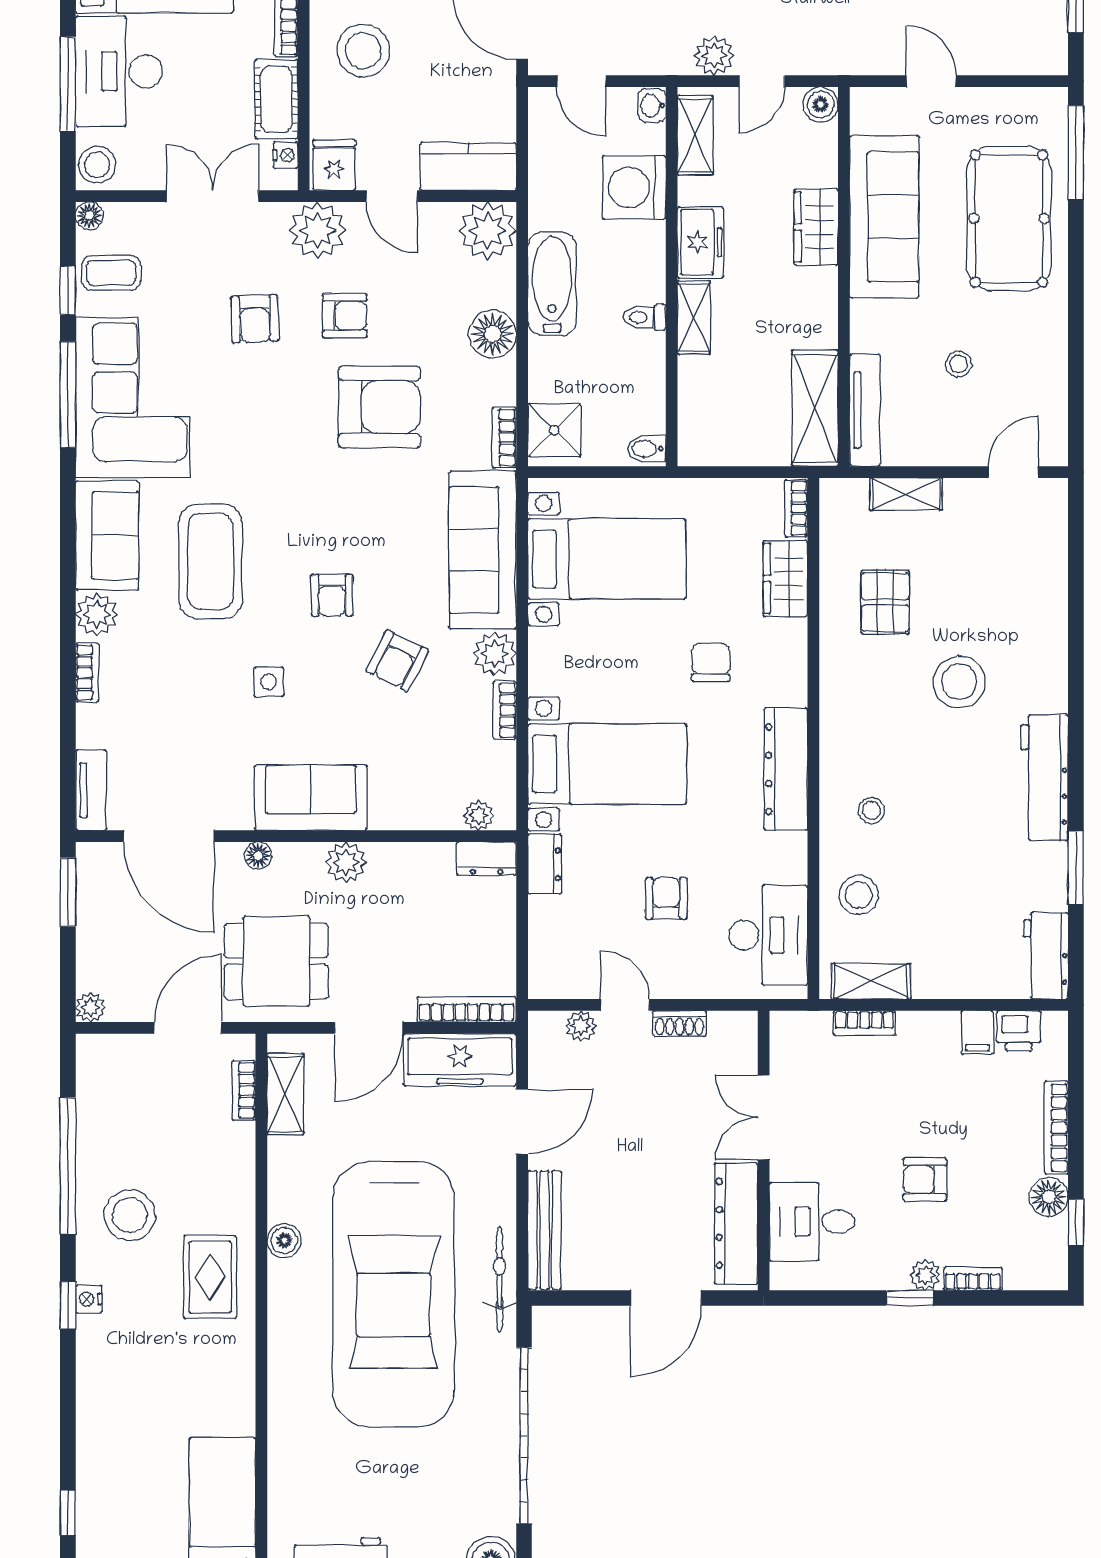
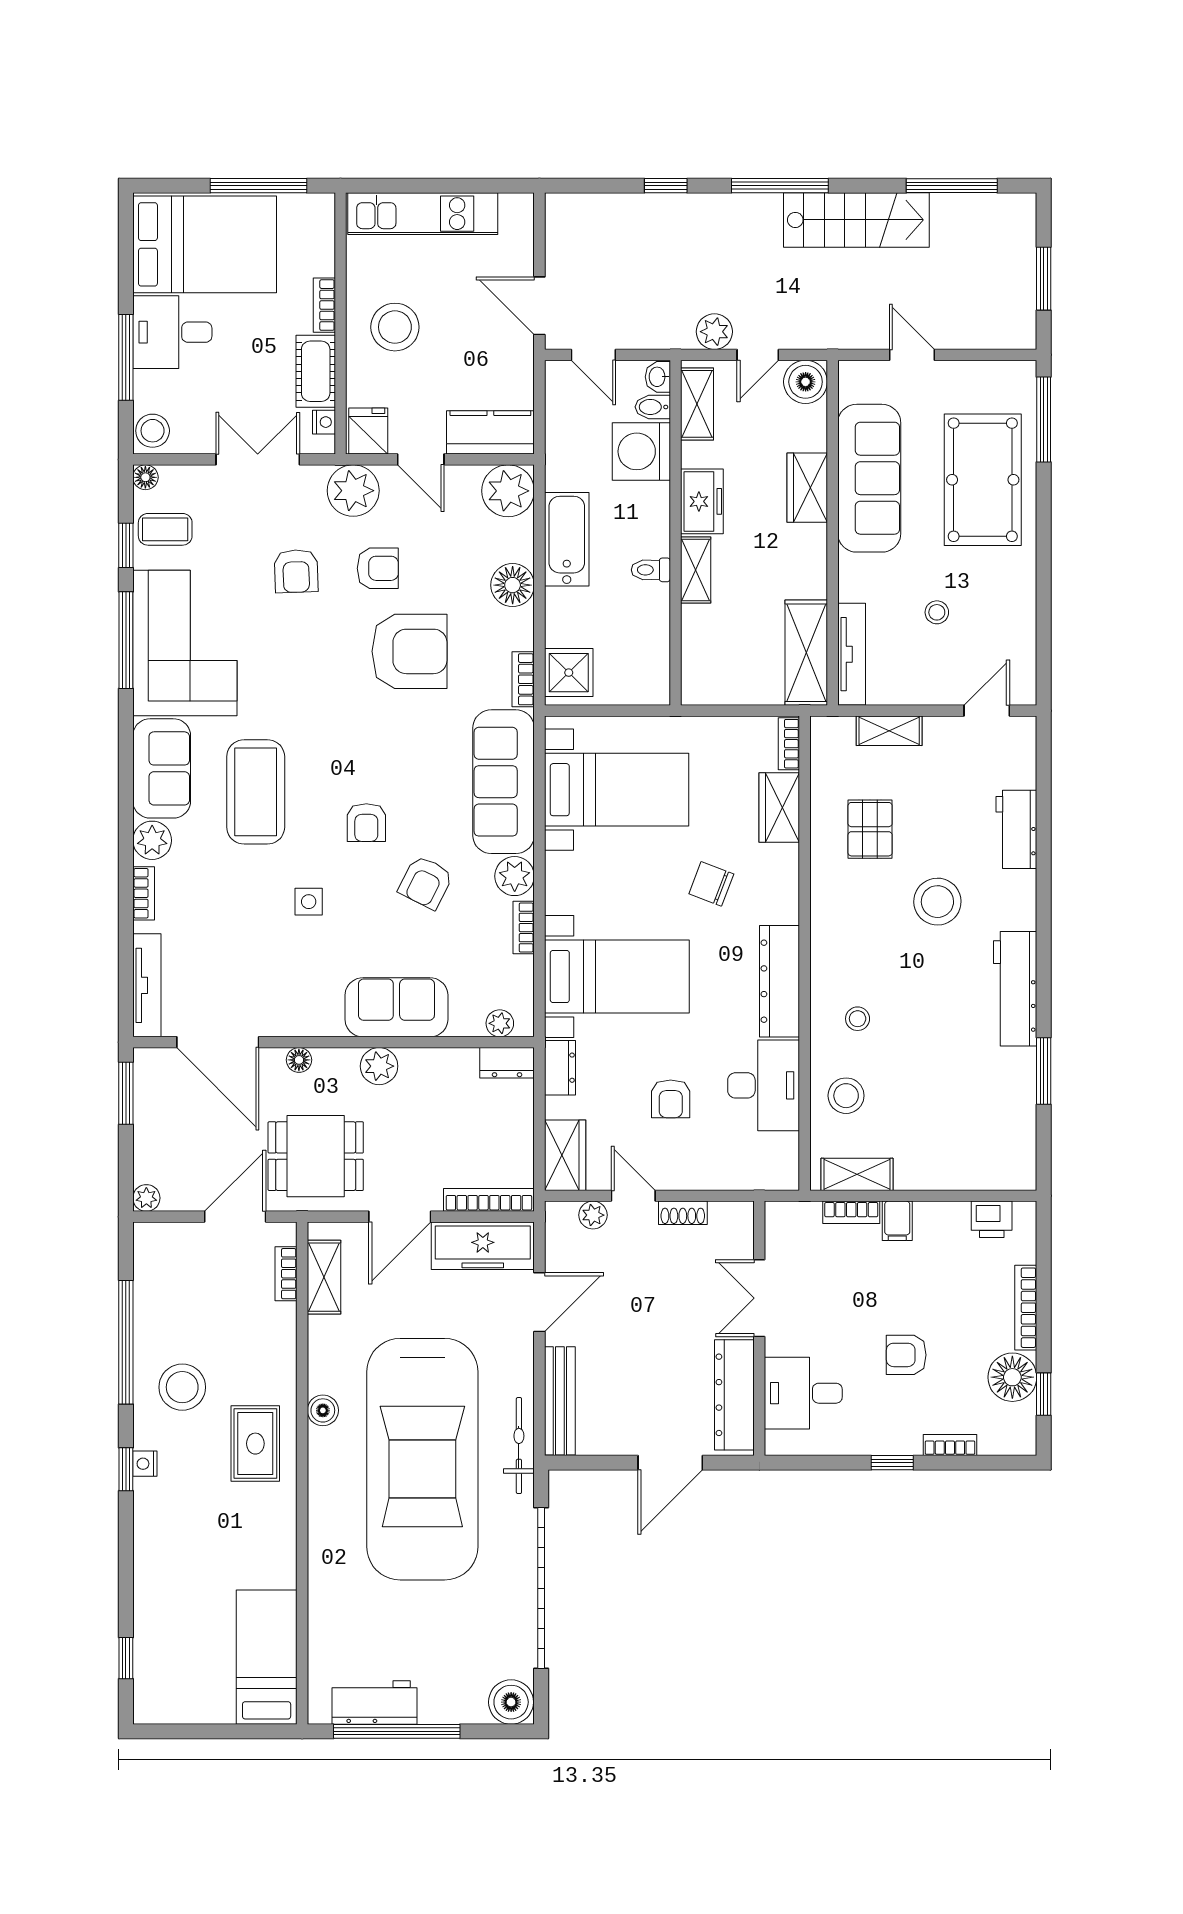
desk: (119, 71) -> (172, 332), width x0.73
boiler: (821, 104) -> (806, 382), width x1.36, depth x1.36
bidet: (647, 449) -> (653, 407), moved
chair: (711, 662) -> (711, 884), turned -69
tv unit: (91, 790) -> (147, 985), width x1.41
sofa: (311, 798) -> (396, 1007), moved
armchair: (666, 898) -> (671, 1099), turned 180
desk: (768, 935) -> (764, 1085), moved
workbench: (1046, 956) -> (1016, 829), moved
wardrobe: (550, 960) -> (565, 1155), added
filing cabinet: (977, 1032) -> (897, 1221), moved
floor lamp: (1049, 1197) -> (1012, 1377), width x1.38, depth x1.38
plant: (925, 1275) -> (907, 1442), removed

